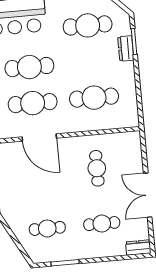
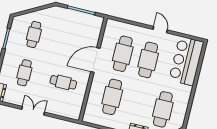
door: (39, 137) -> (95, 60), moved
double door: (148, 195) -> (33, 111), width x0.73

